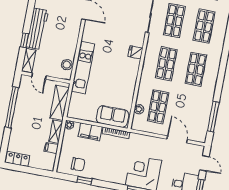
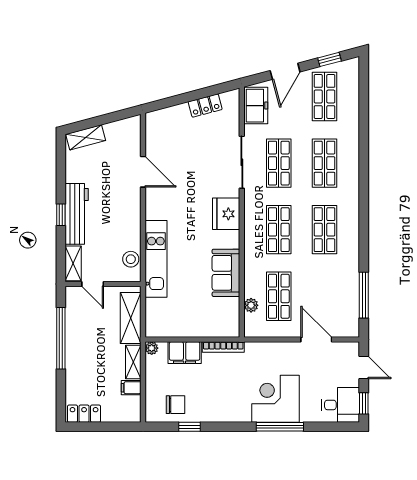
window: (24, 40) -> (61, 215), moved
fridge: (135, 52) -> (226, 214), width x1.88, depth x1.34
sofa: (112, 117) -> (226, 273), moved, turned -90

